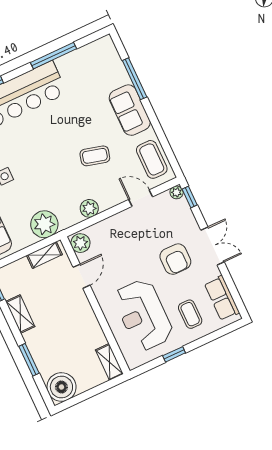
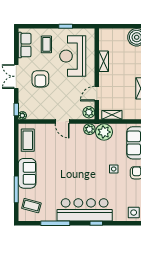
coffee table: (95, 156) -> (31, 206), moved
door: (141, 198) -> (62, 122), moved
plant: (89, 208) -> (89, 129), moved
armchair: (175, 259) -> (40, 79), turned 180
reception desk: (143, 315) -> (73, 56), turned 180
shelving: (109, 362) -> (104, 61), moved

